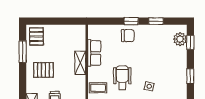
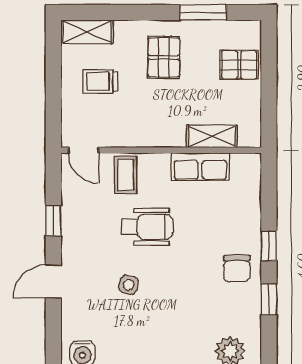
pallet: (36, 36) -> (239, 65), moved
chair: (128, 36) -> (237, 269), moved
shelving: (80, 63) -> (212, 136), moved

